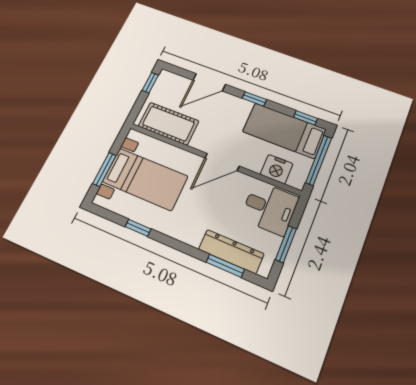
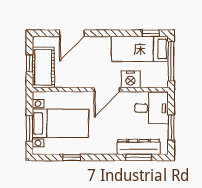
window: (150, 83) -> (29, 63), moved
window: (254, 99) -> (110, 33), removed
cot: (168, 124) -> (43, 67), moved, turned 90
nightstand: (277, 169) -> (130, 79), moved

